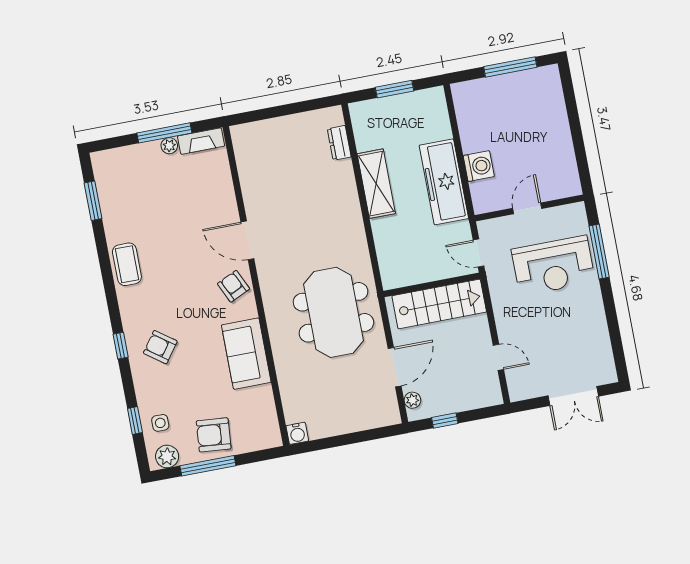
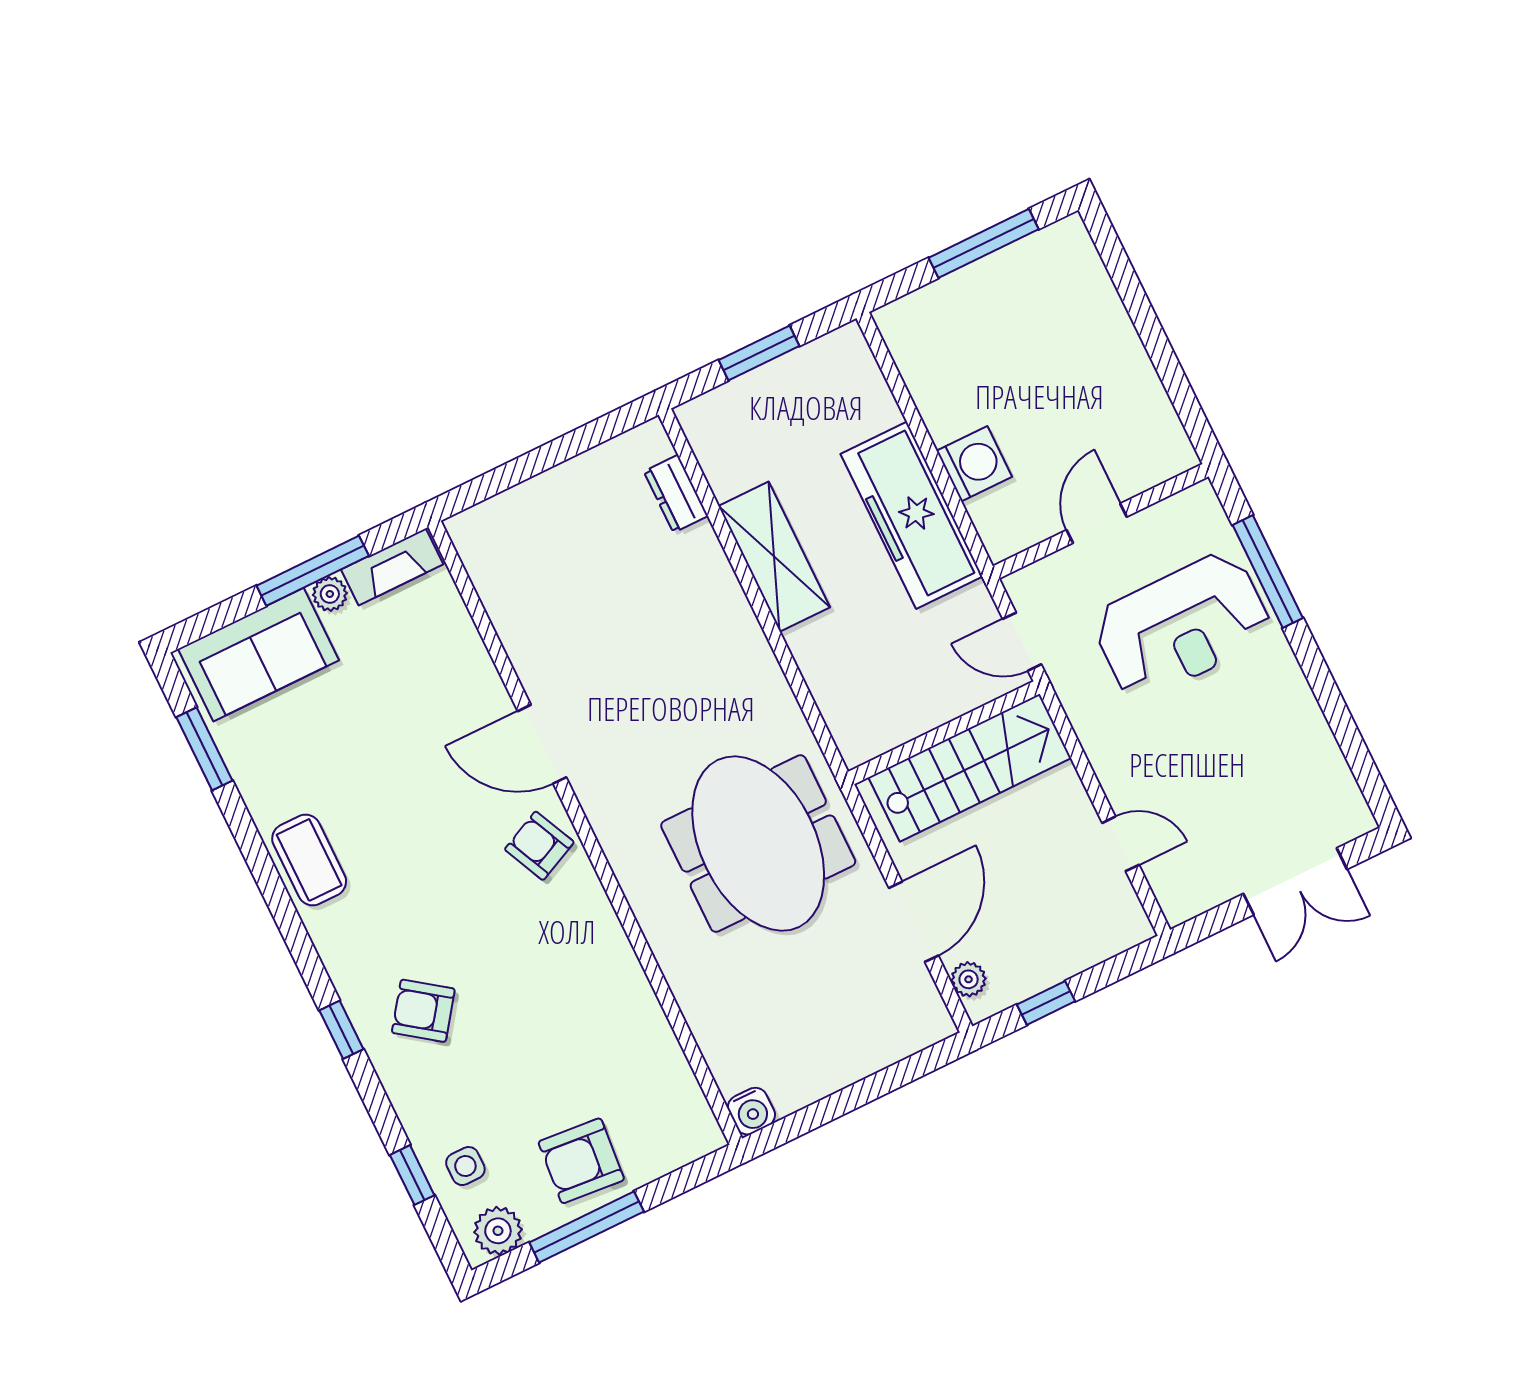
sofa: (246, 354) -> (258, 655), moved, turned -90

